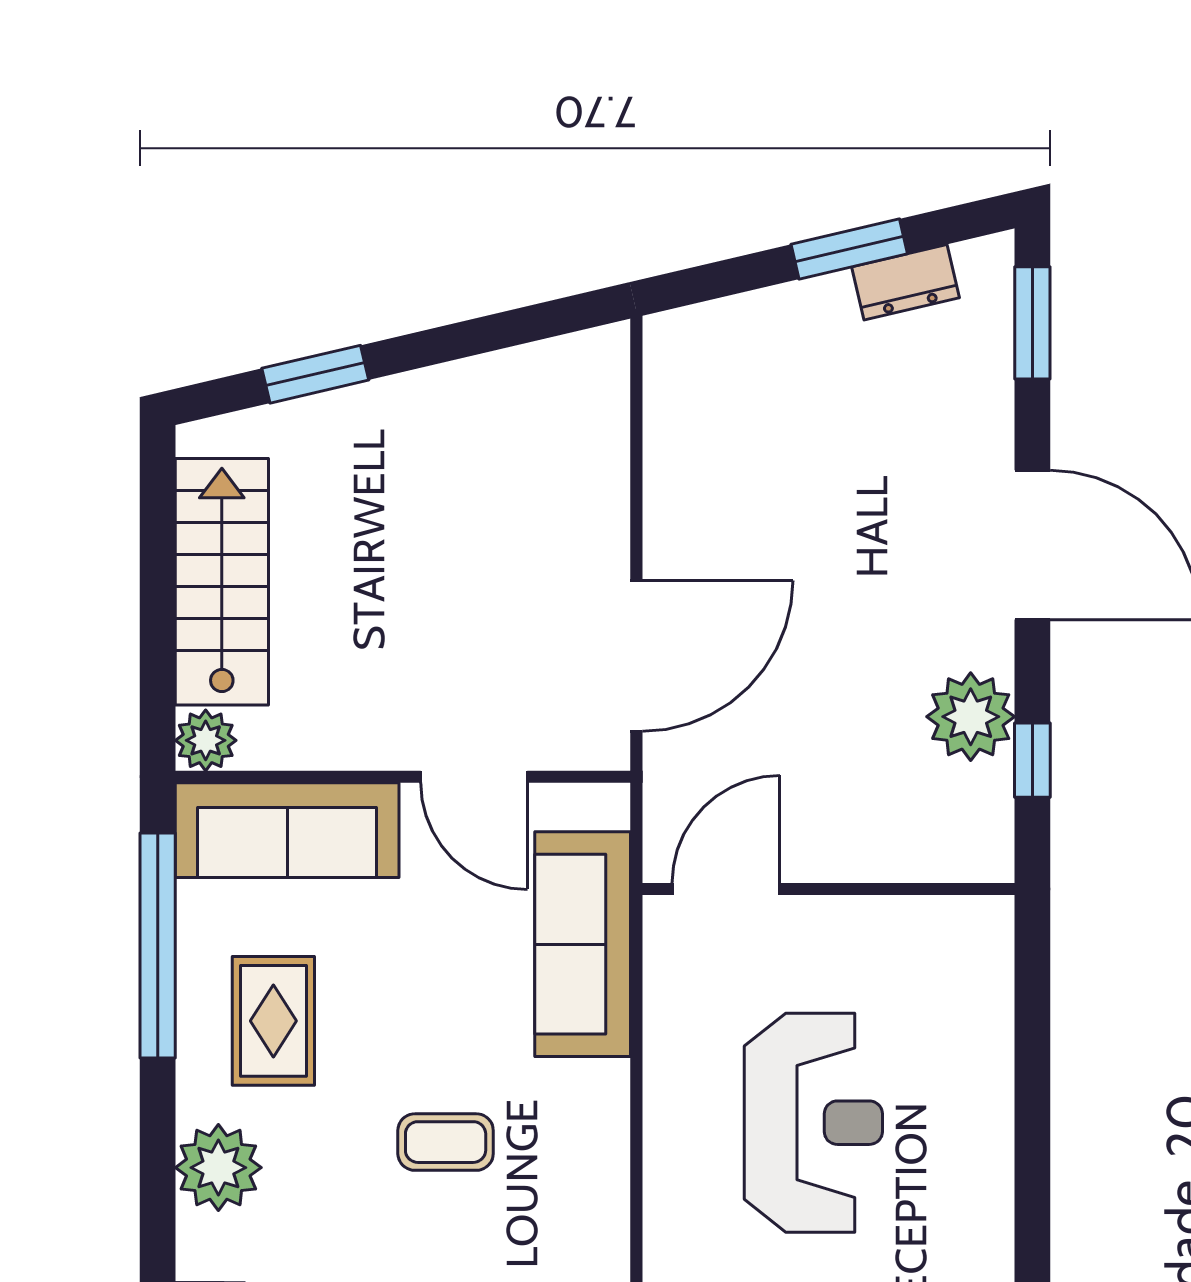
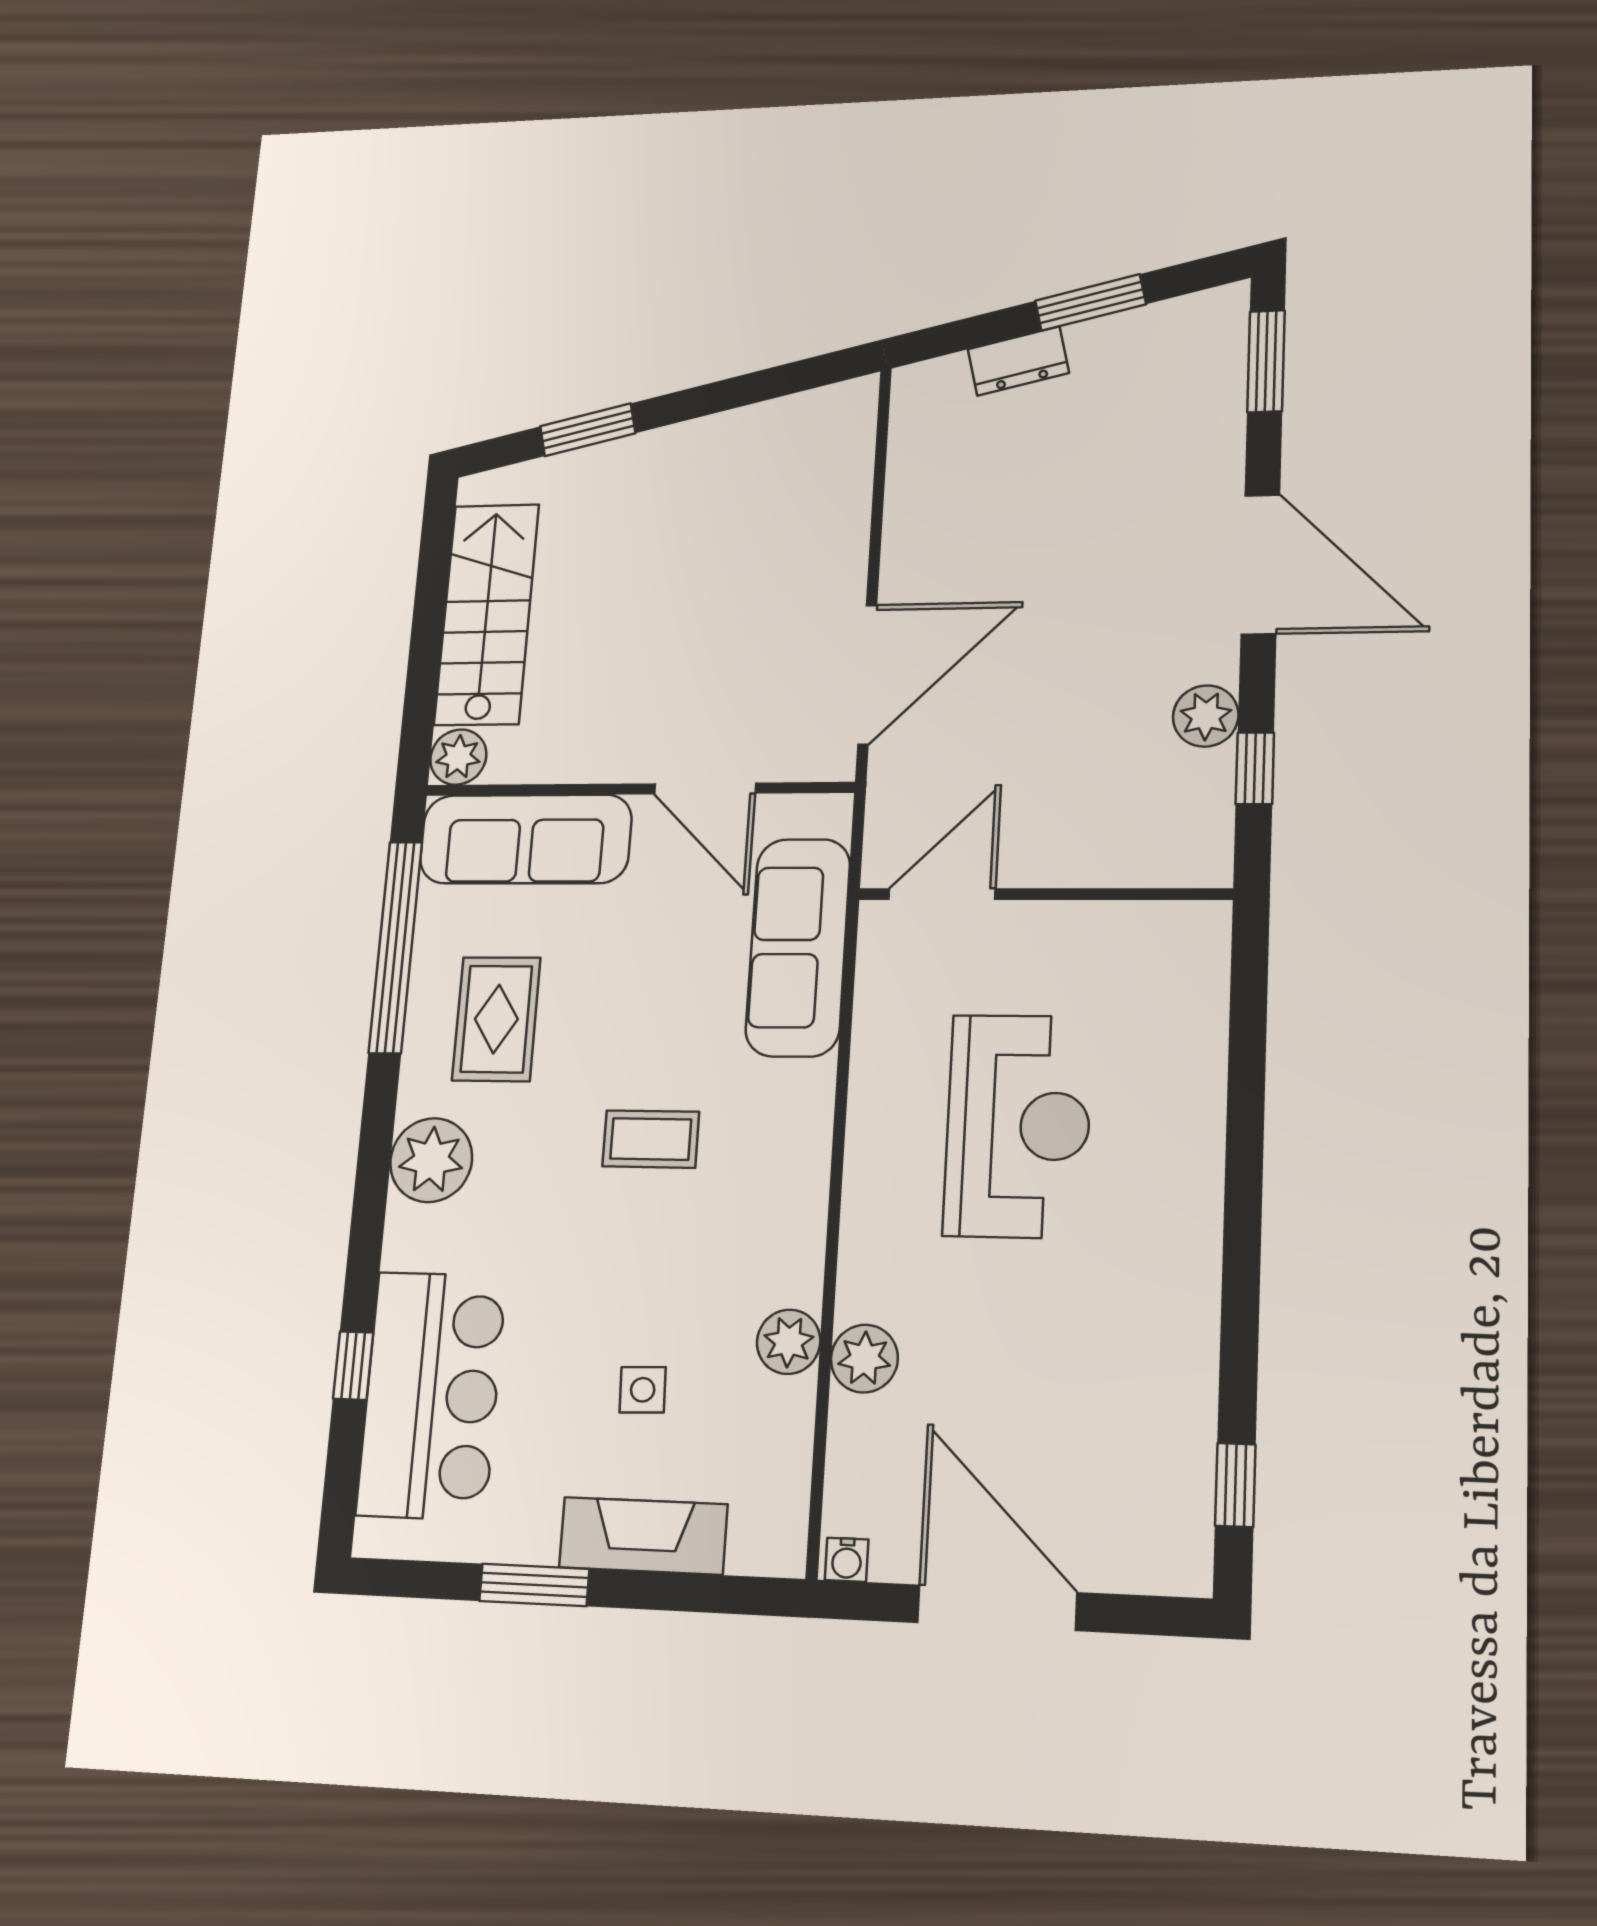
dresser: (905, 282) -> (1018, 361), moved
plant: (971, 717) -> (1206, 716), width x0.73, depth x0.73

